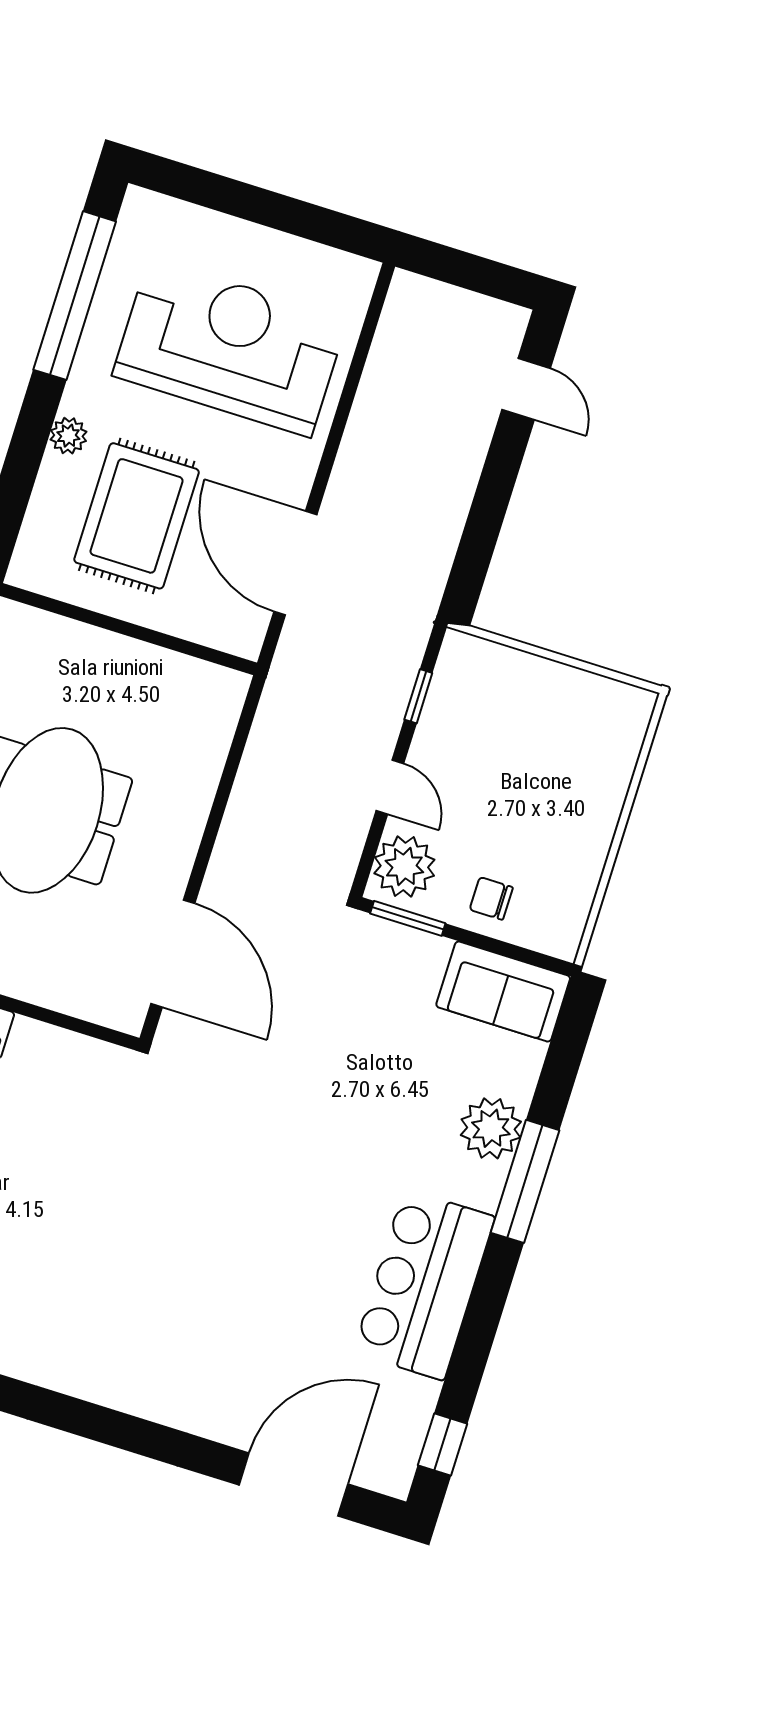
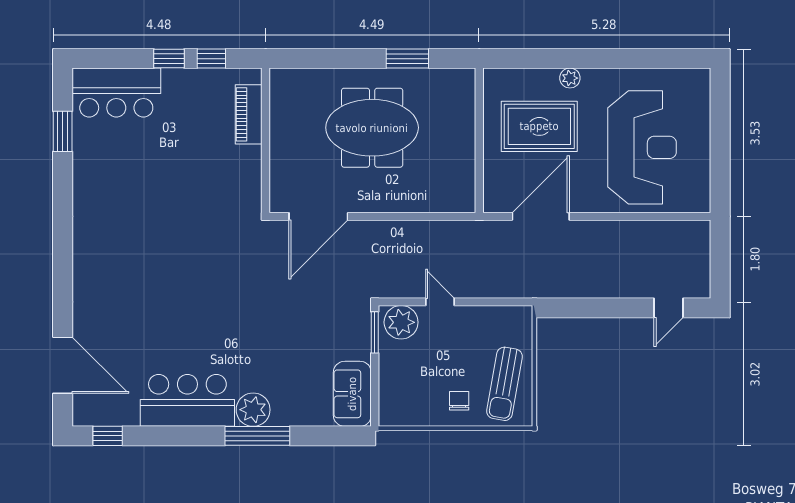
window: (75, 296) -> (644, 59), removed
window: (418, 696) -> (492, 302), removed
sun lounger: (569, 719) -> (505, 384), added
door: (390, 787) -> (440, 302), swing flipped
chair: (491, 898) -> (459, 401), moved
plant: (491, 1128) -> (253, 410), moved

